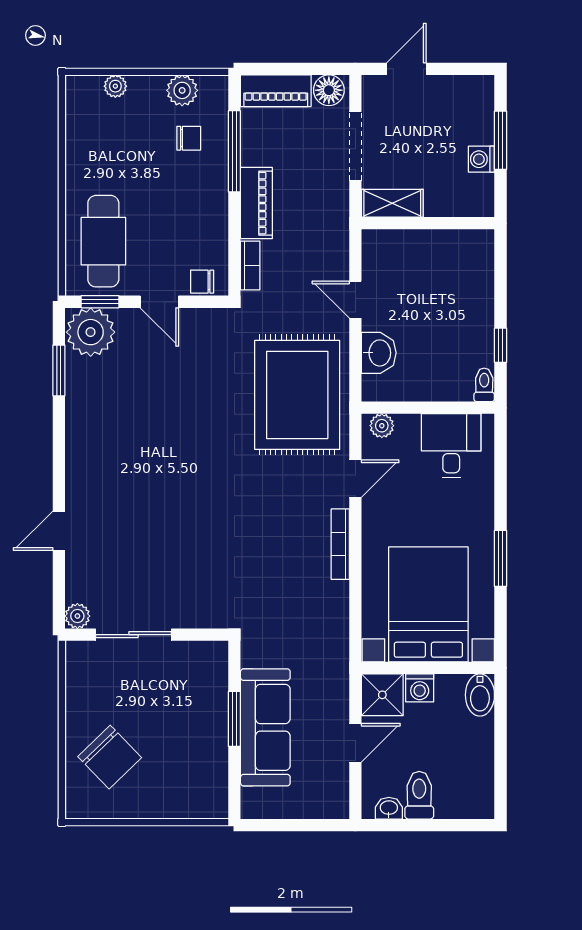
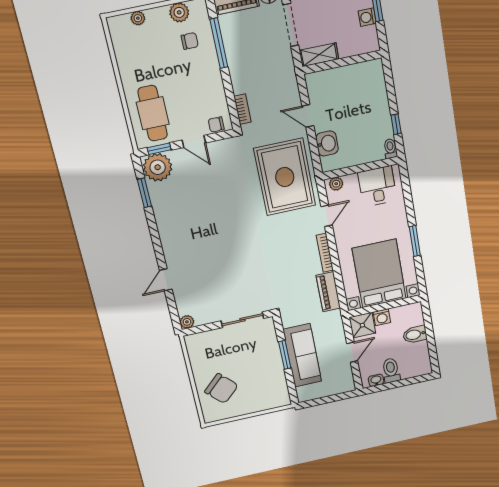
piano: (256, 203) -> (328, 292), moved, turned 180
sliding door: (133, 635) -> (242, 320), moved
bidet: (480, 695) -> (415, 334), moved, turned 90

